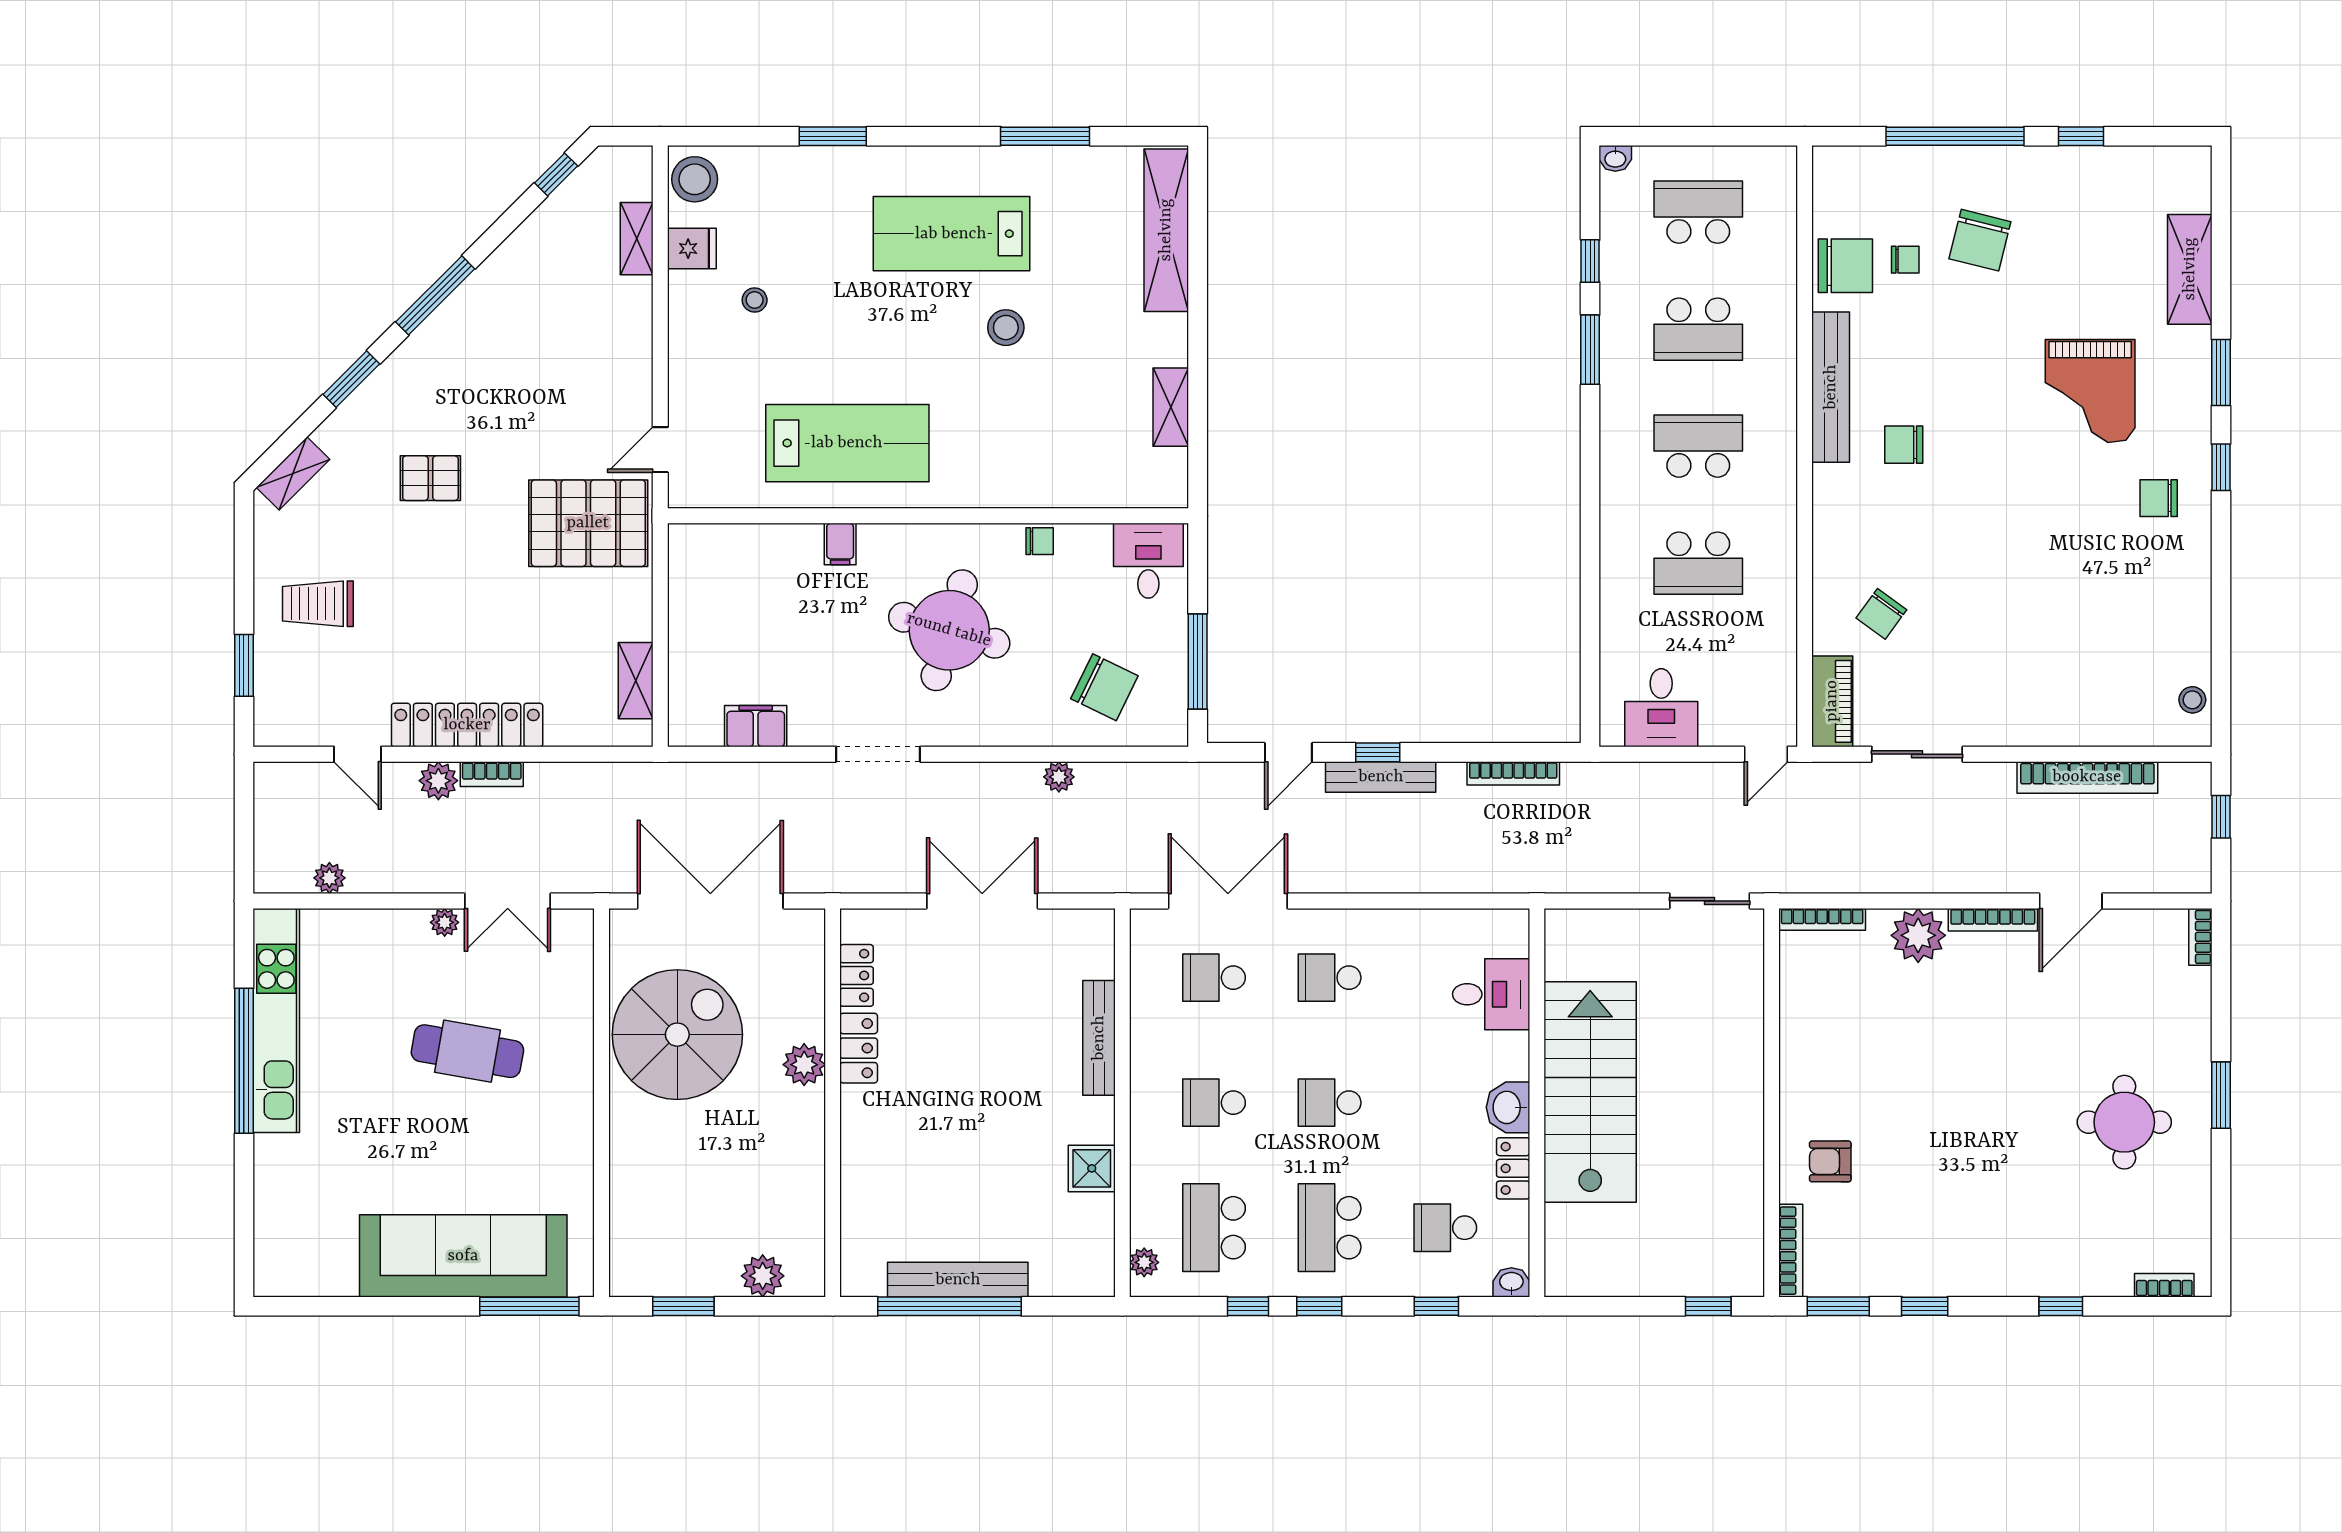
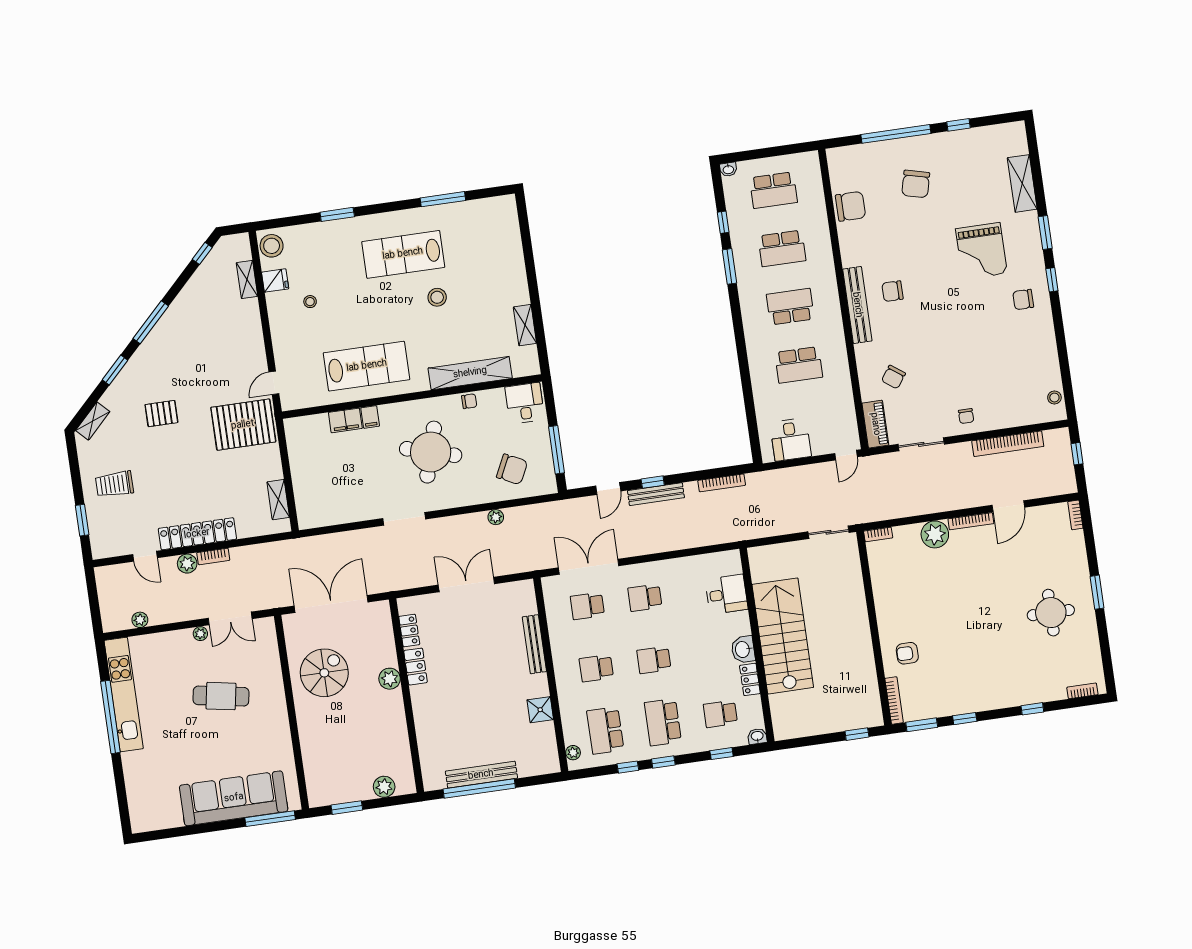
school desk: (1698, 212) -> (773, 190), turned 180
shelving: (1166, 230) -> (470, 373), moved, turned 90
chair: (1905, 260) -> (966, 416), moved, turned 90
bench: (1831, 387) -> (857, 305), moved
filing cabinet: (756, 726) -> (345, 420), moved, turned 180
bookcase: (1822, 919) -> (878, 534), width x0.64
spiral stairs: (677, 1035) -> (324, 673), width x0.73, depth x0.73

